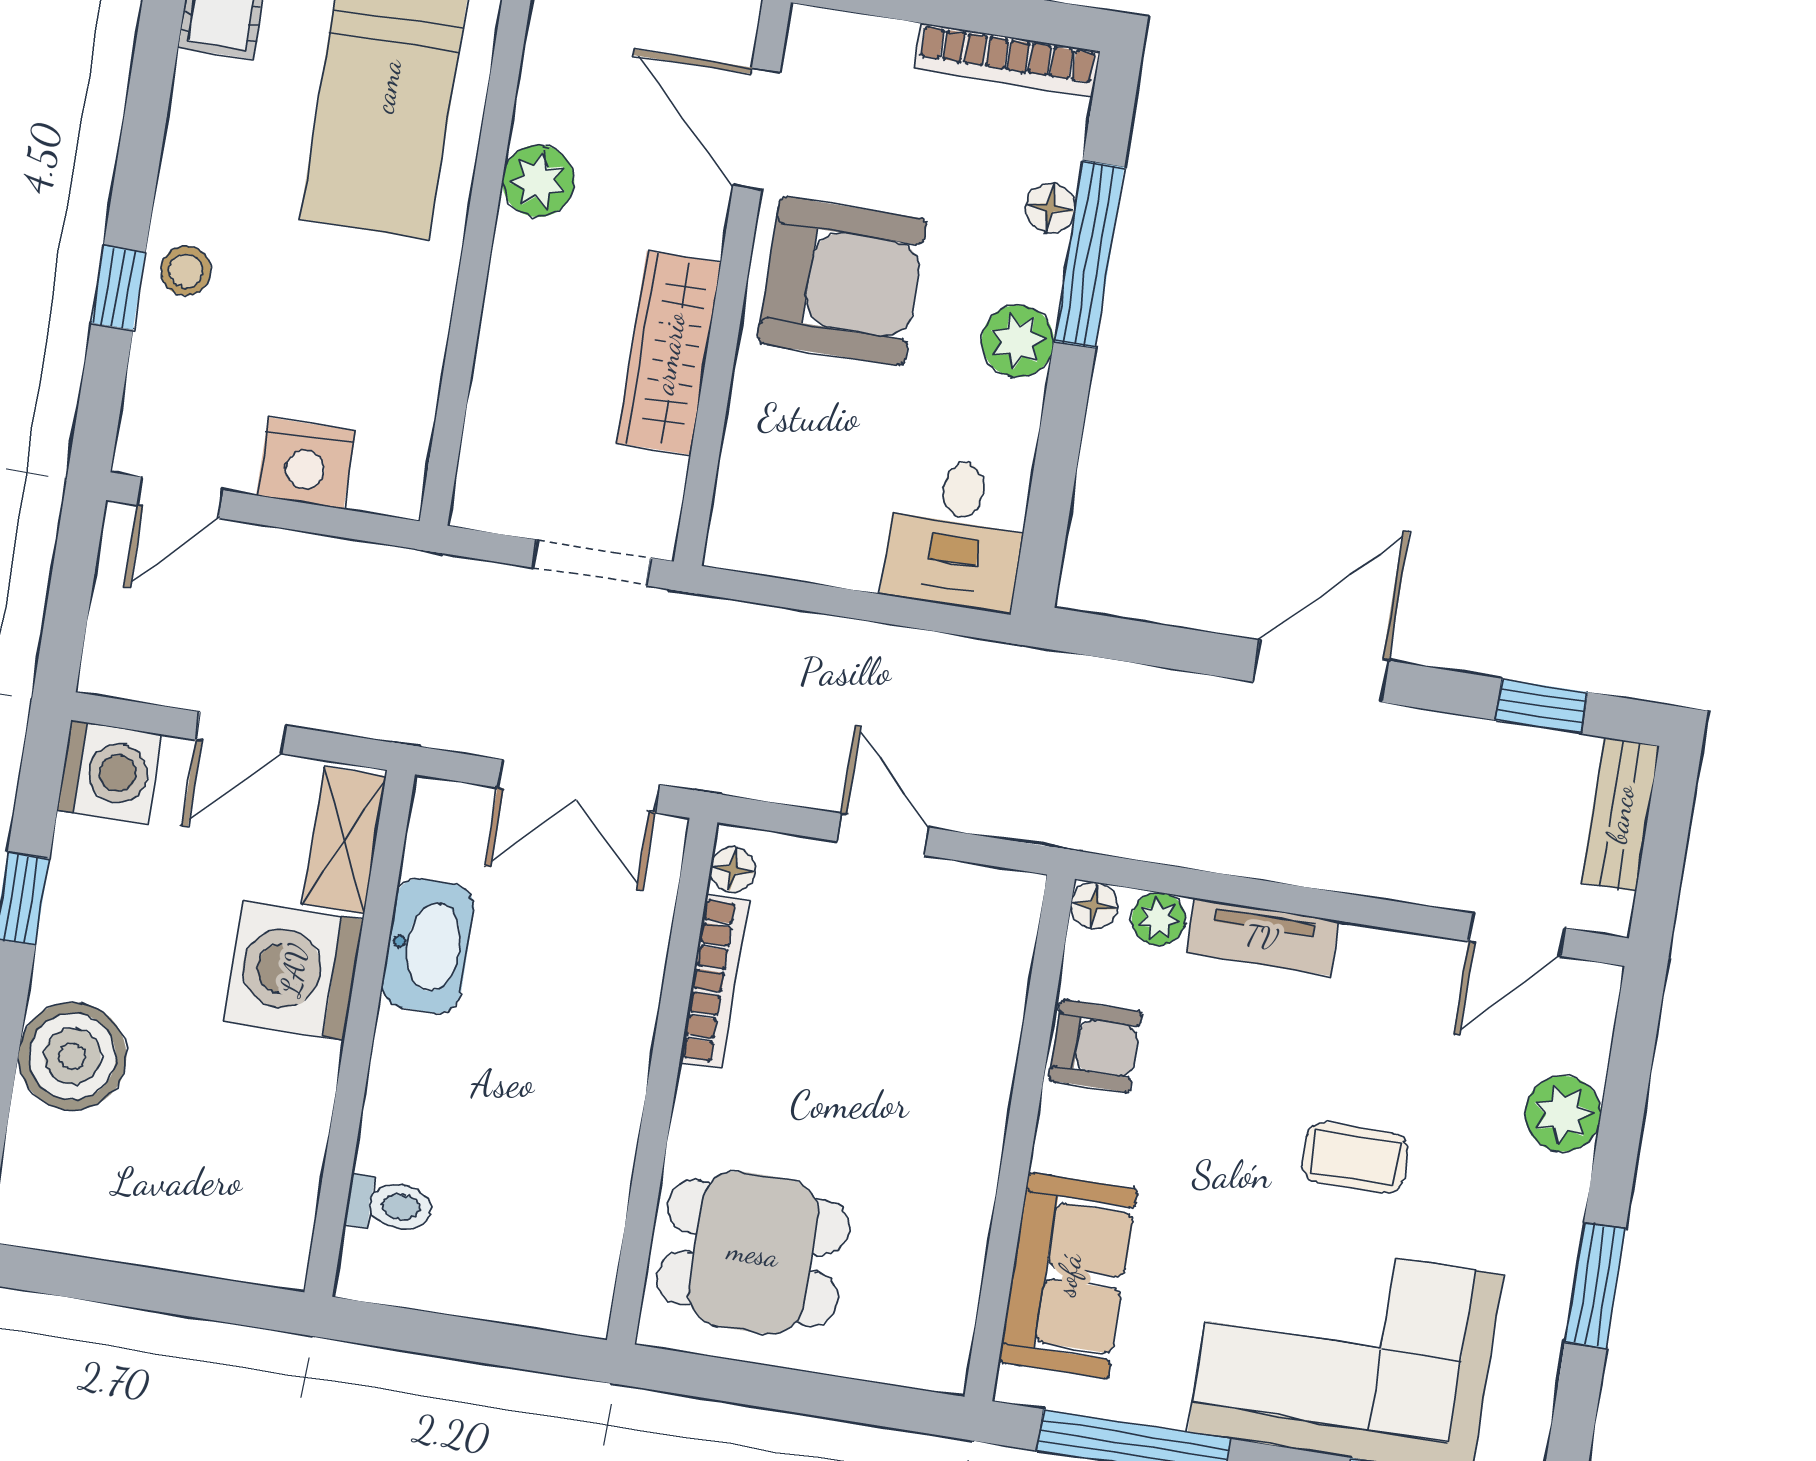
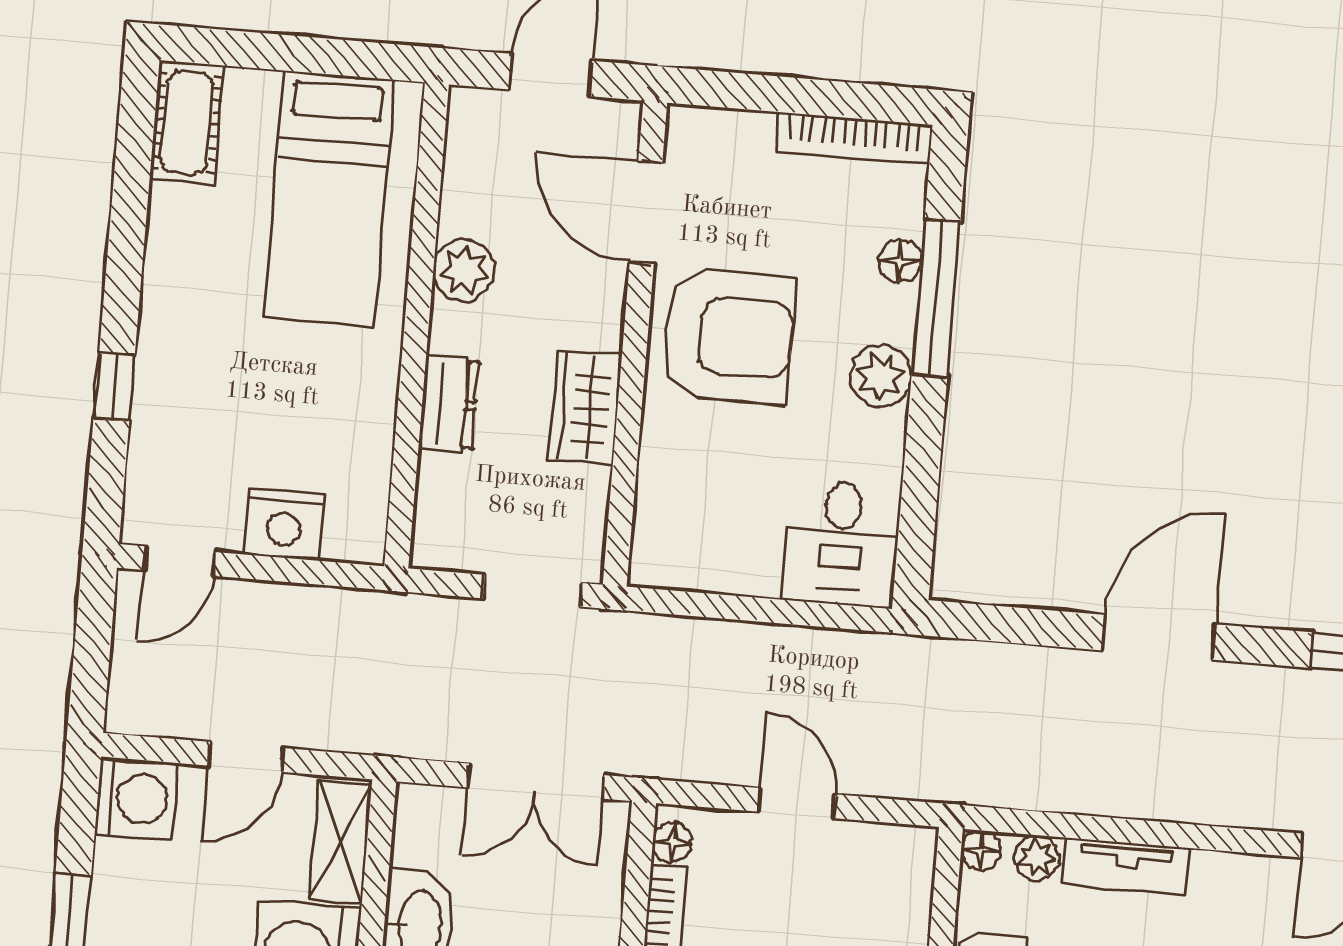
stool: (186, 271) -> (170, 368), removed
dresser: (509, 336) -> (449, 404), added
wardrobe: (669, 353) -> (586, 408), width x0.67

